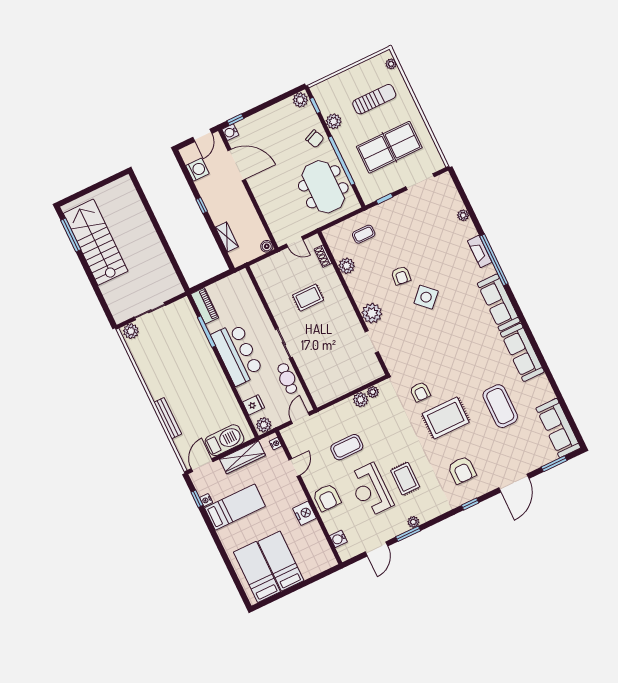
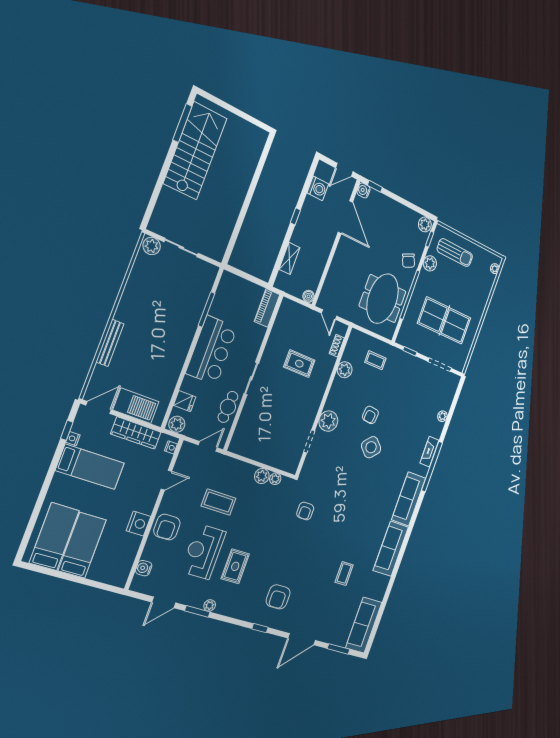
sun lounger: (374, 99) -> (455, 253), moved
piano: (205, 306) -> (267, 308), moved, turned 180
coffee table: (500, 406) -> (344, 573), width x0.54, depth x0.58
rug: (446, 418) -> (303, 547), removed

